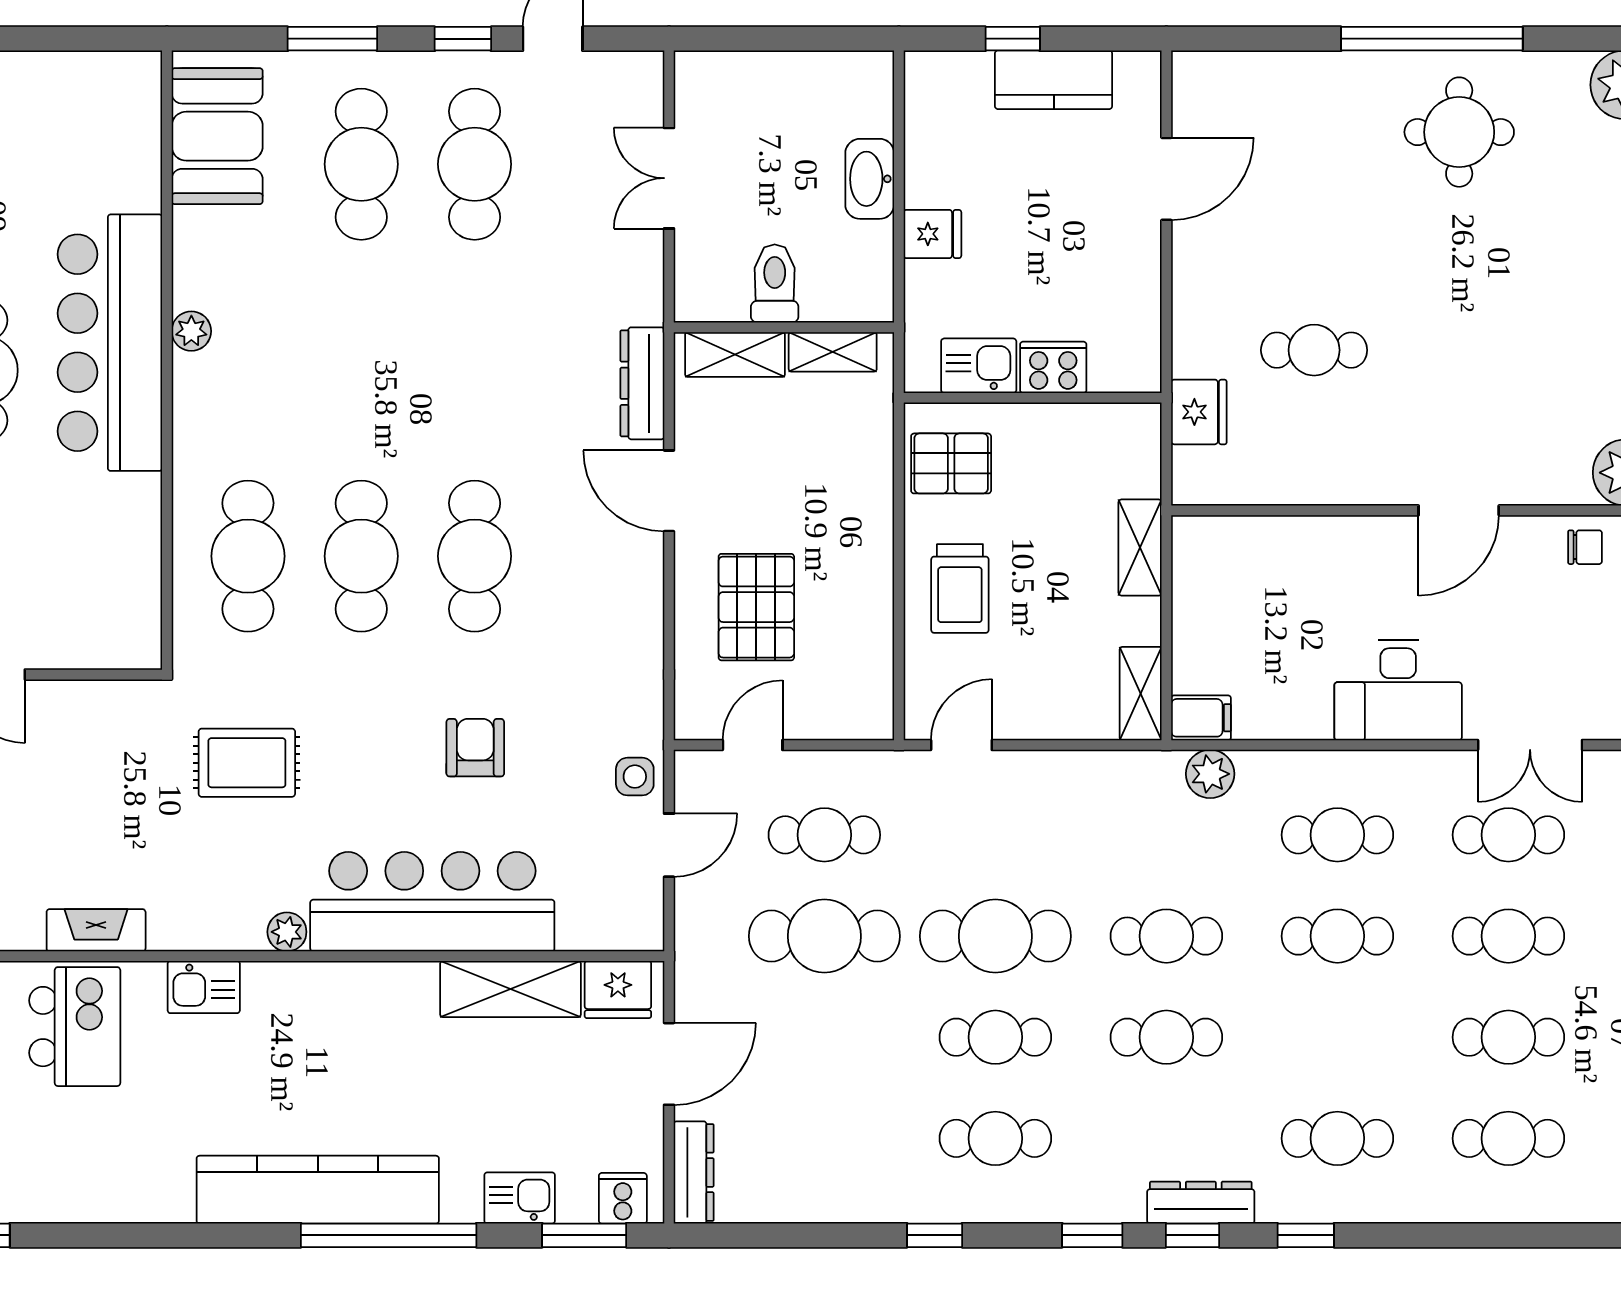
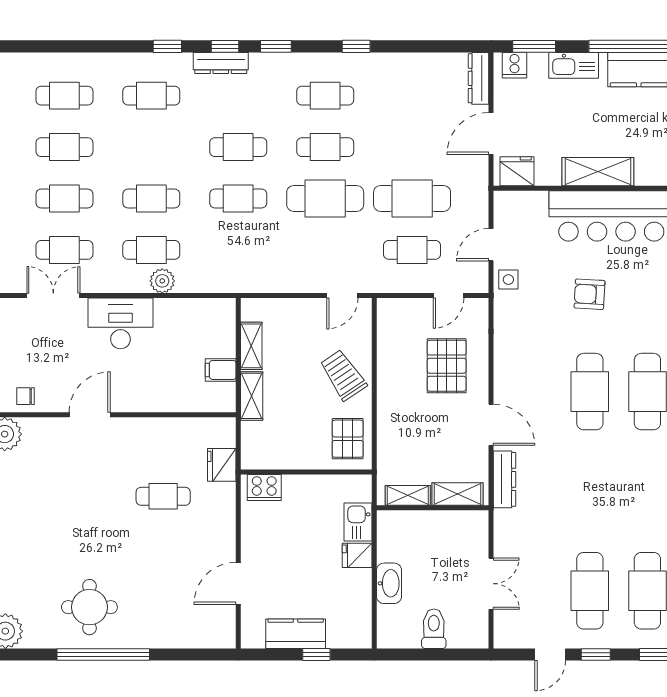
toilet: (775, 283) -> (434, 629), moved, turned 180
kitchen sink: (979, 366) -> (358, 522), moved, turned 90
cooker: (1053, 367) -> (264, 488), moved
pallet: (951, 463) -> (348, 439), turned 90
trolley: (960, 589) -> (343, 375), turned -34
shelving: (1141, 694) -> (251, 346), moved
filing cabinet: (1201, 718) -> (221, 370), moved
armchair: (475, 748) -> (589, 294), turned 93
plant: (1210, 774) -> (162, 281), moved
shelving: (510, 989) -> (598, 172), moved
kitchen sink: (520, 1198) -> (574, 65), width x1.38

